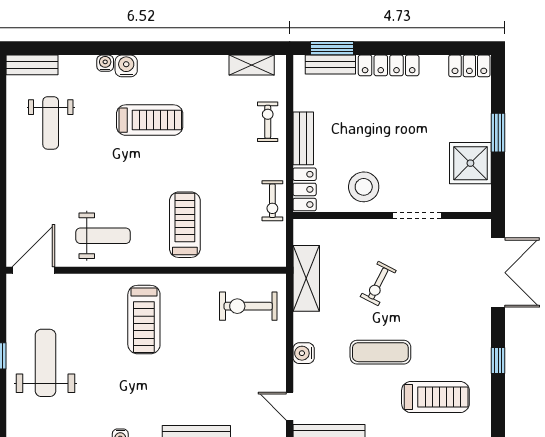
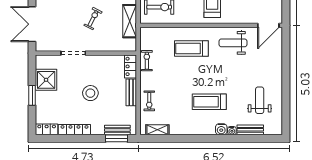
bench: (32, 65) -> (250, 130), moved
locker: (389, 65) -> (74, 130), moved
stool: (364, 187) -> (90, 93), moved
treadmill: (185, 225) -> (191, 48), turned 90

